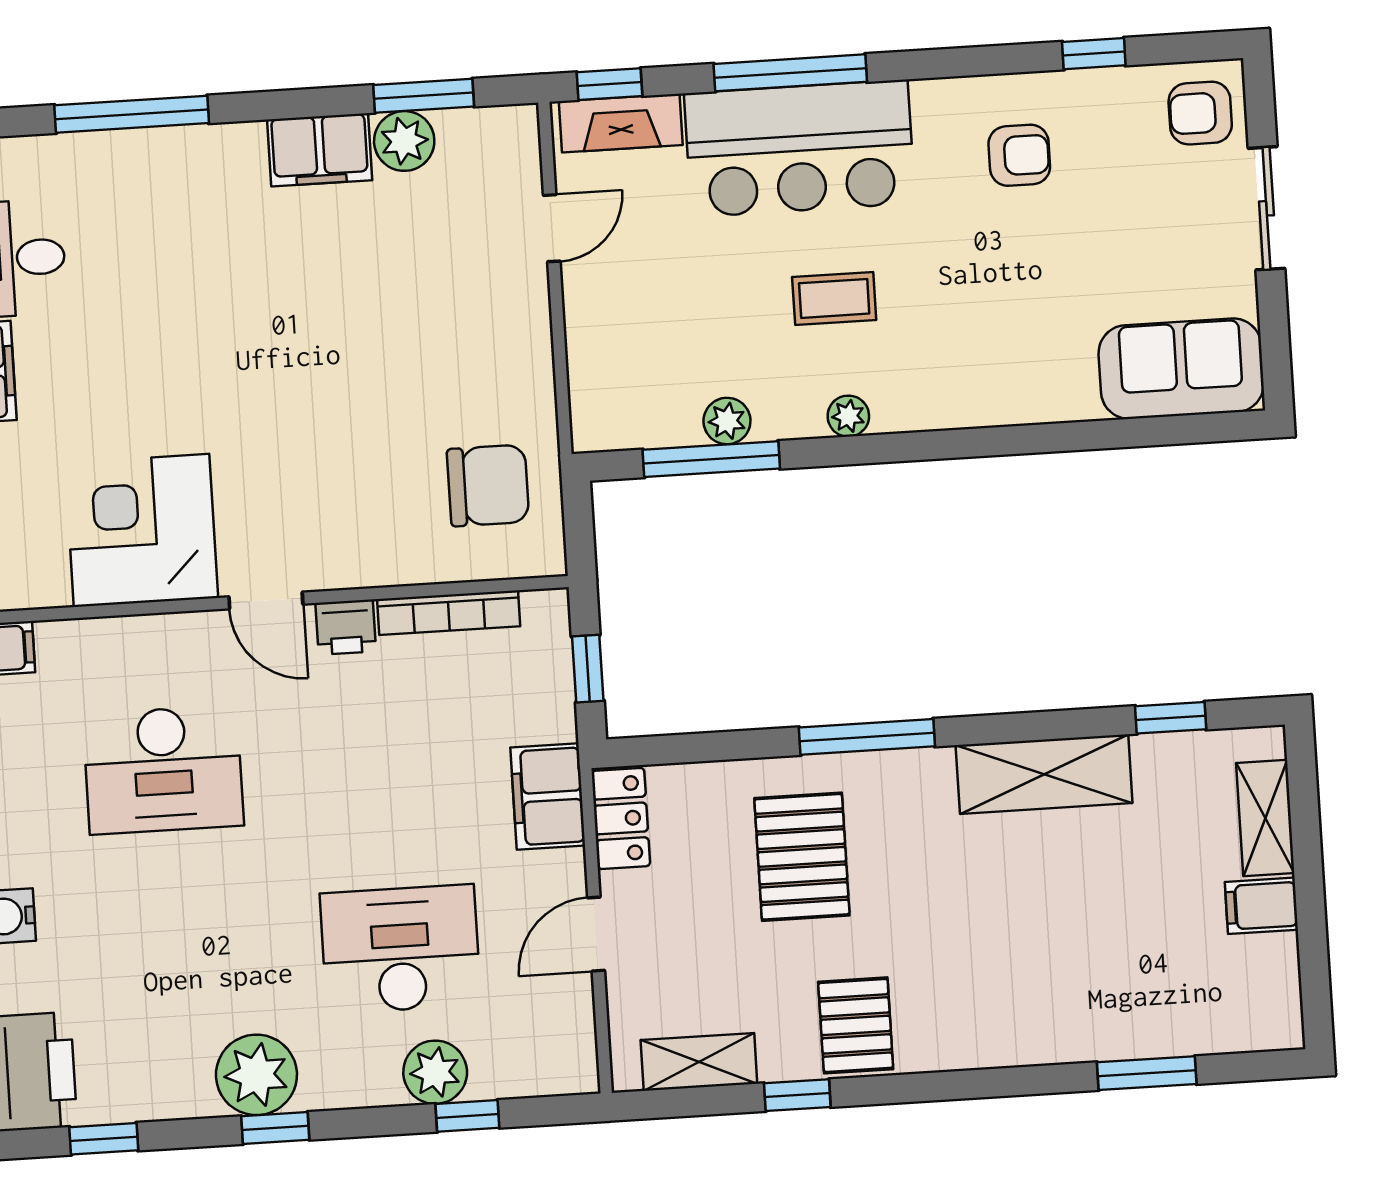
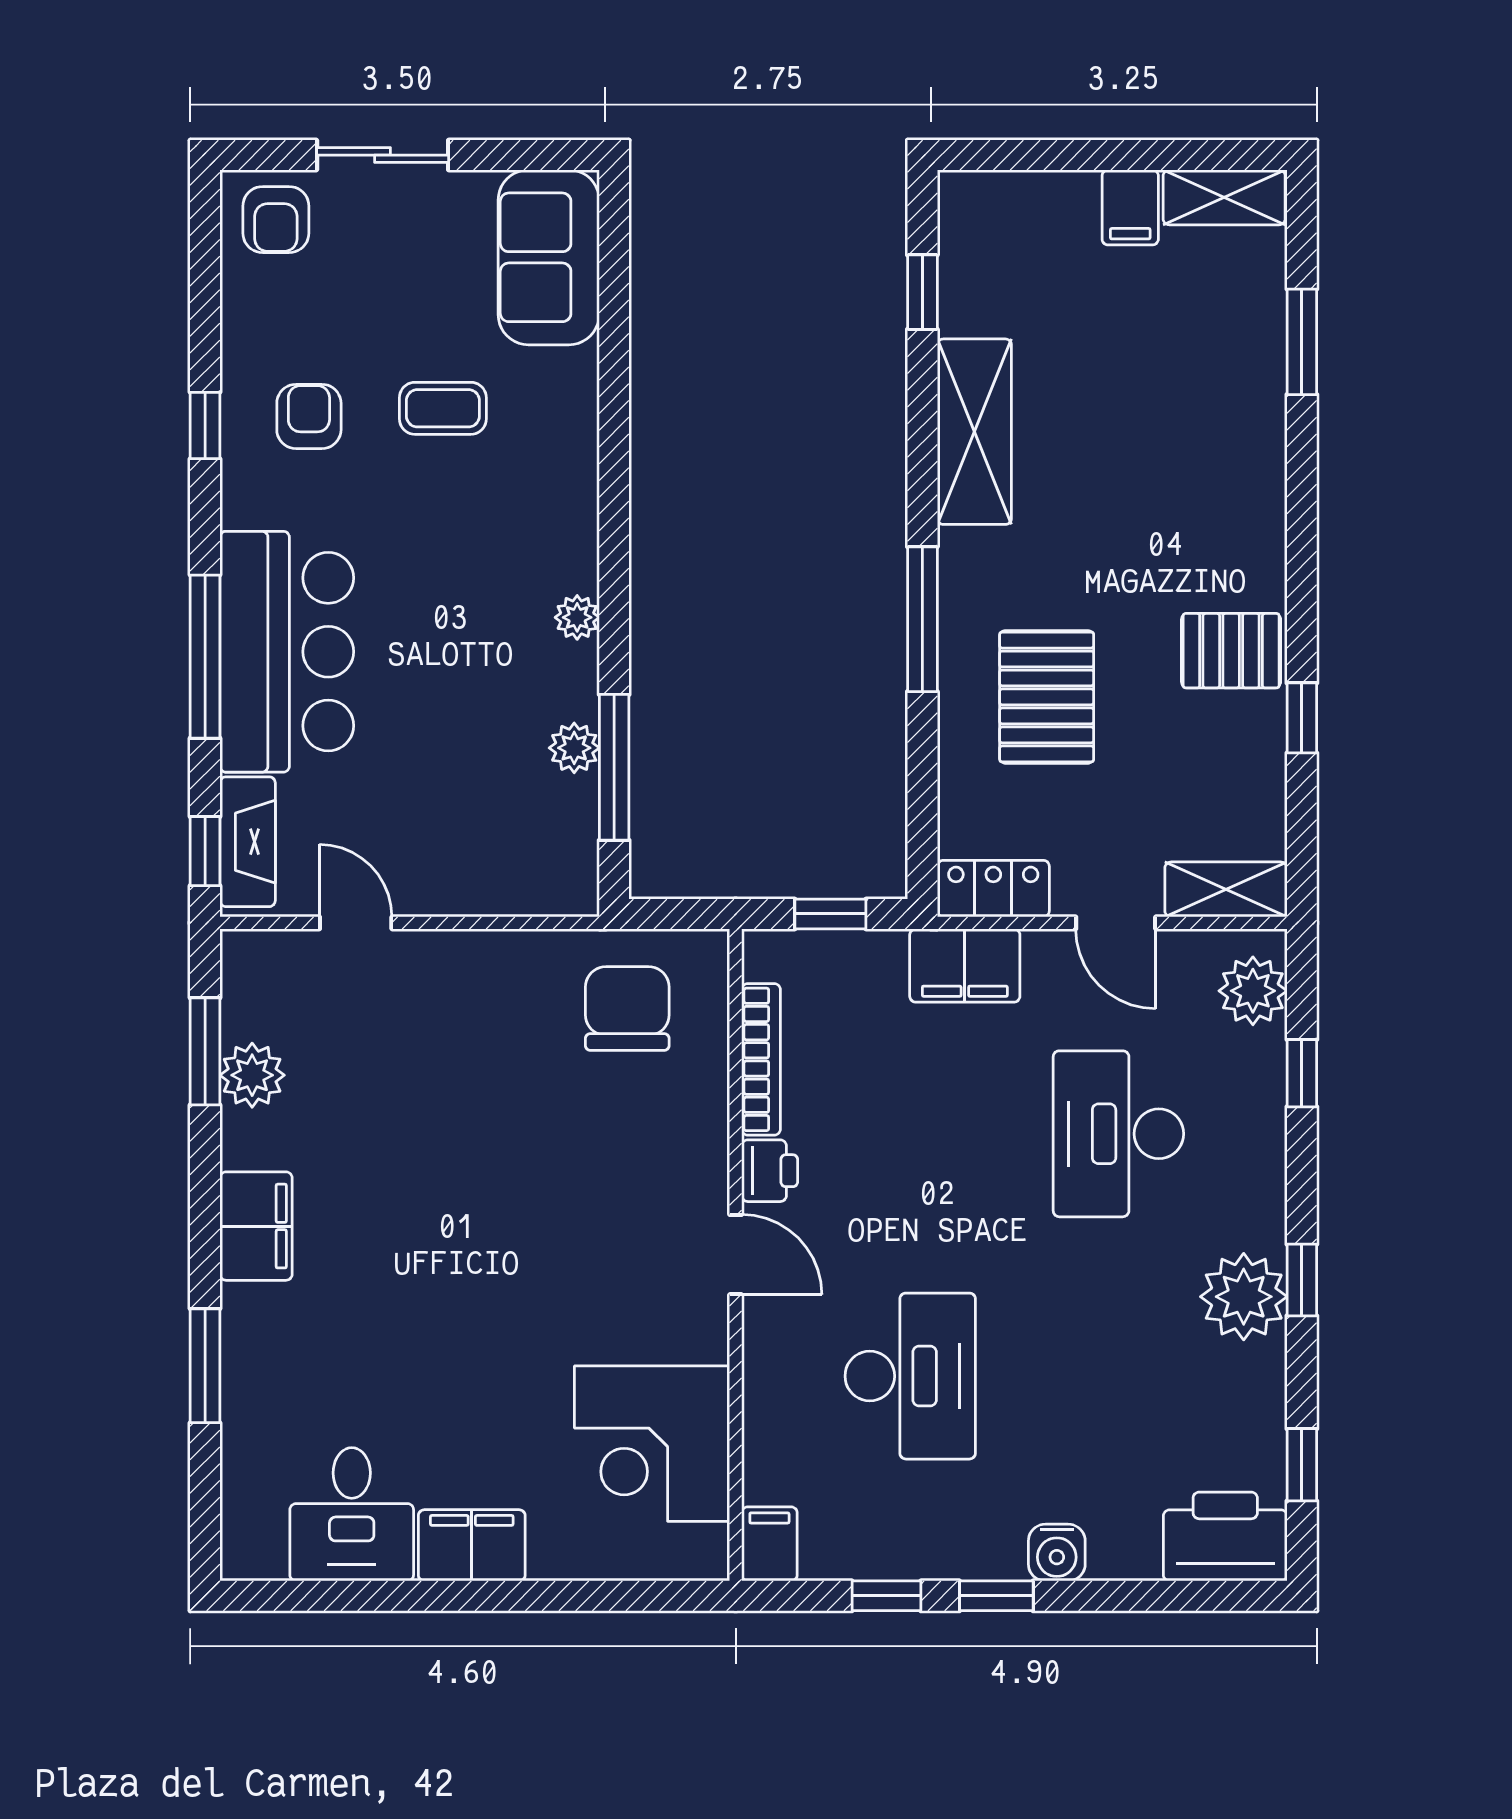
window: (1094, 54) -> (205, 426), moved
window: (132, 114) -> (205, 1366), width x0.69
filing cabinet: (320, 150) -> (256, 1226), moved
coffee table: (834, 298) -> (443, 408), moved, turned 90
corner desk: (142, 530) -> (652, 1444), moved
door: (266, 601) -> (736, 1255), hinge flipped
shelving: (1265, 818) -> (1224, 197), moved
pallet: (802, 857) -> (1047, 697), turned 90
shelving: (699, 1062) -> (1226, 889), moved, turned 90
plant: (435, 1072) -> (1253, 991), moved

